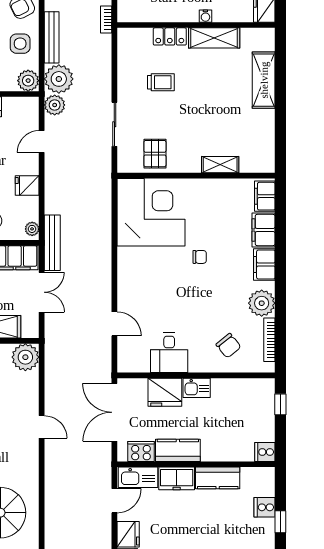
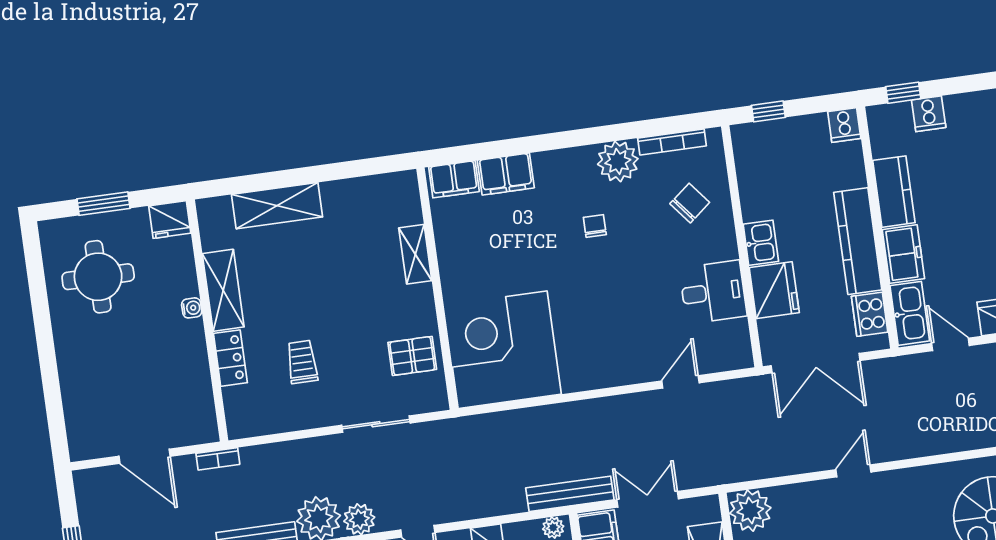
chair: (200, 257) -> (595, 226), moved
filing cabinet: (264, 265) -> (558, 166), removed
kitchen counter: (178, 450) -> (858, 241), width x1.50
window: (280, 522) -> (903, 93), moved

